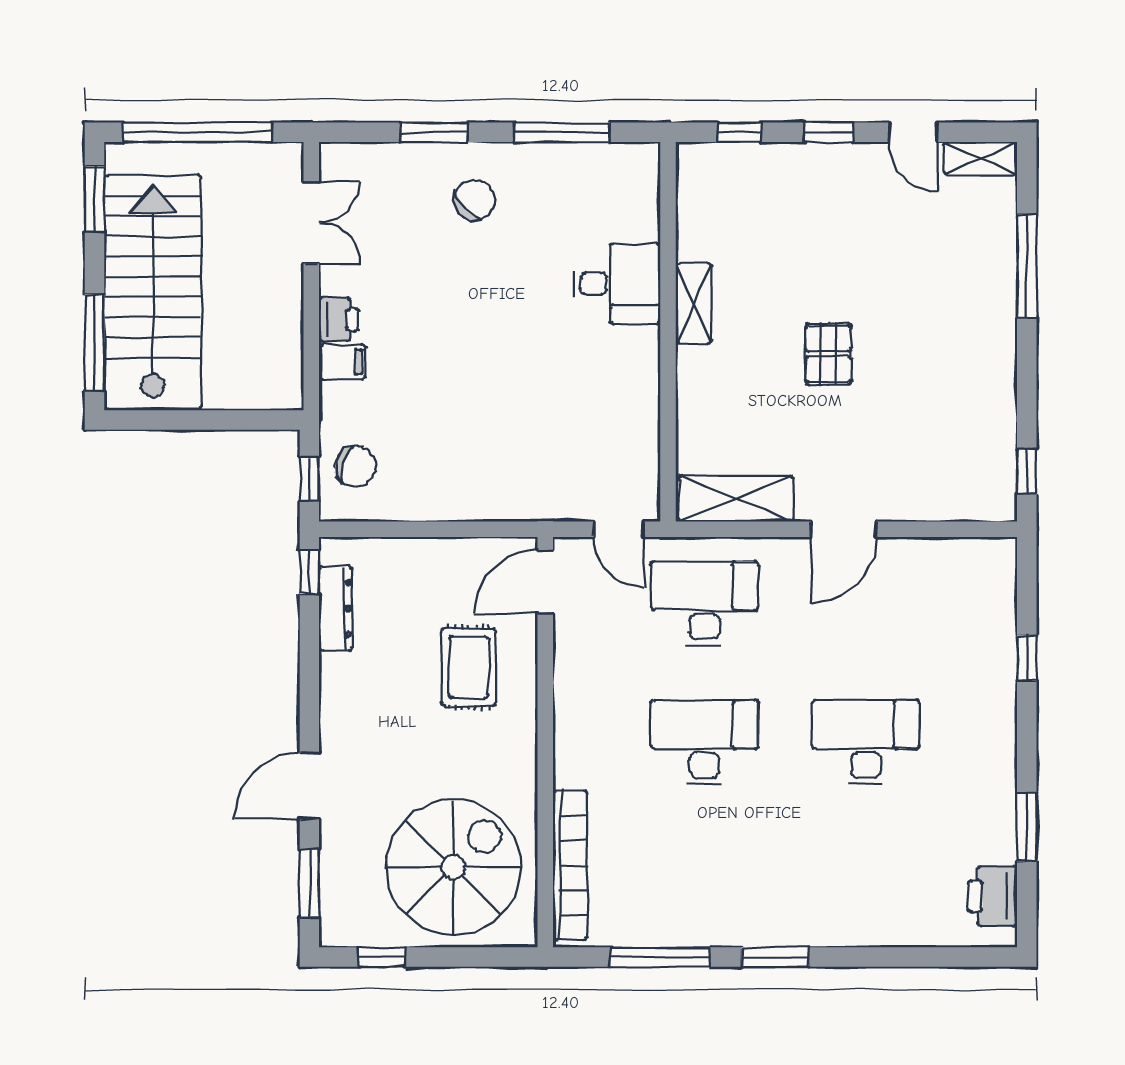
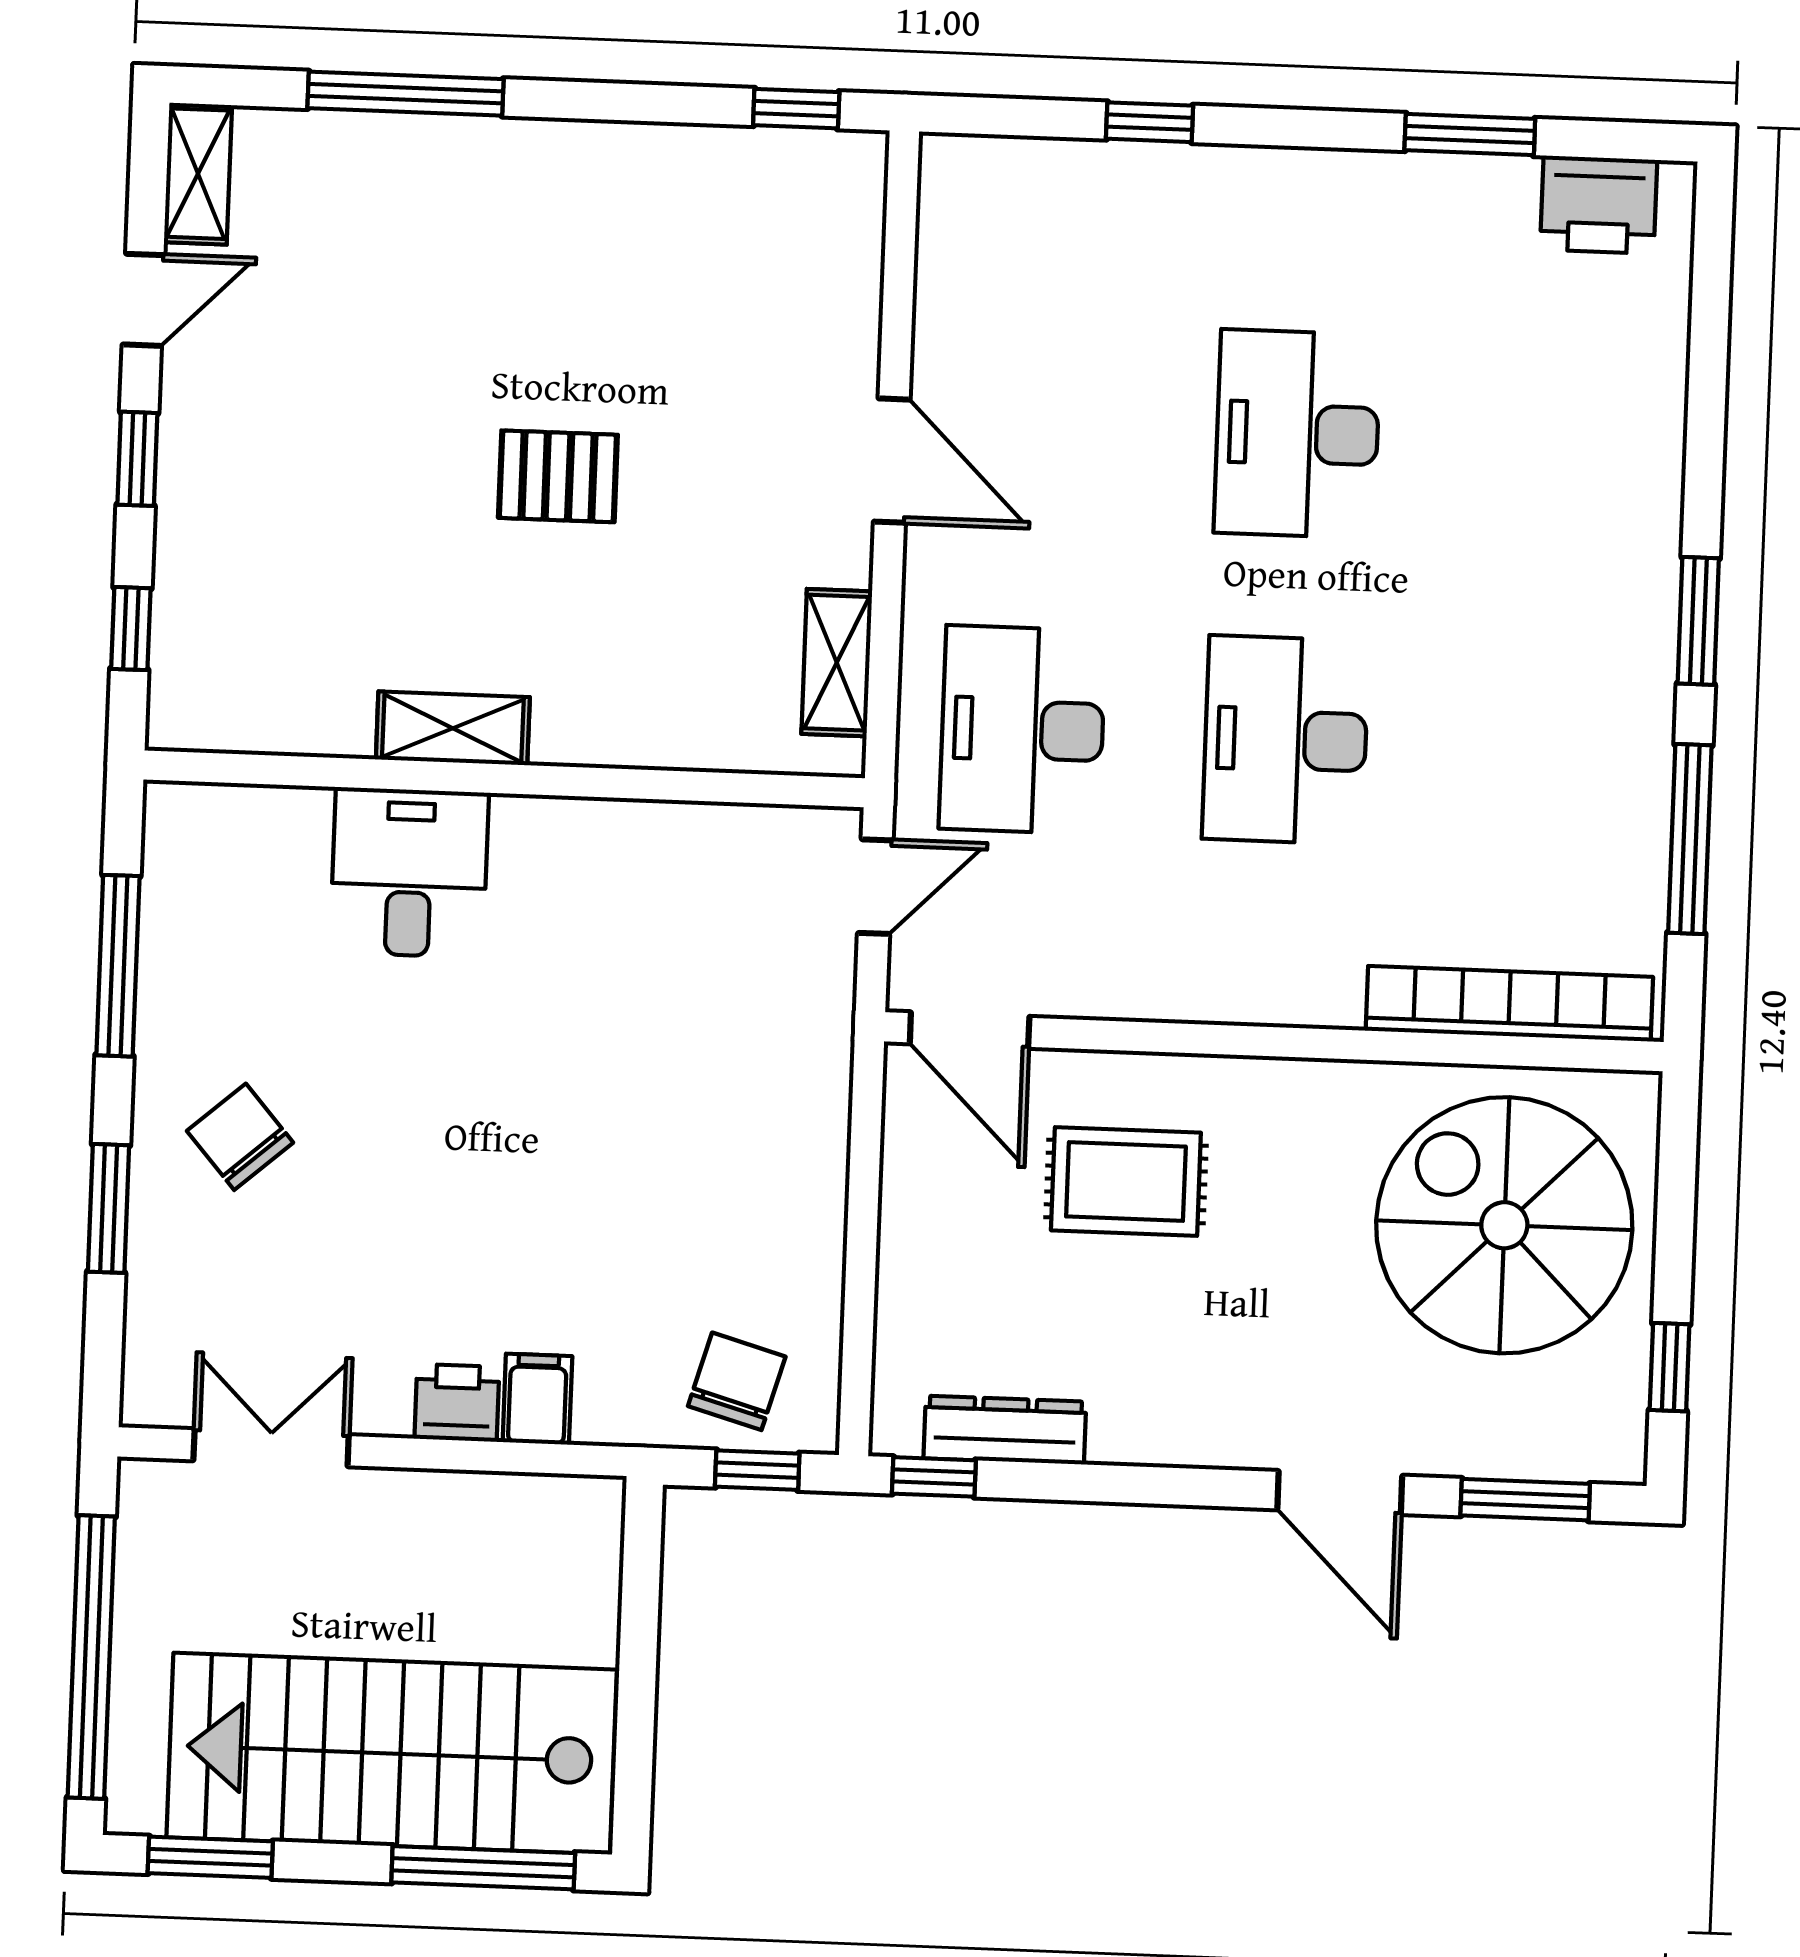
shelving: (736, 499) -> (837, 663), width x0.67, depth x0.75

